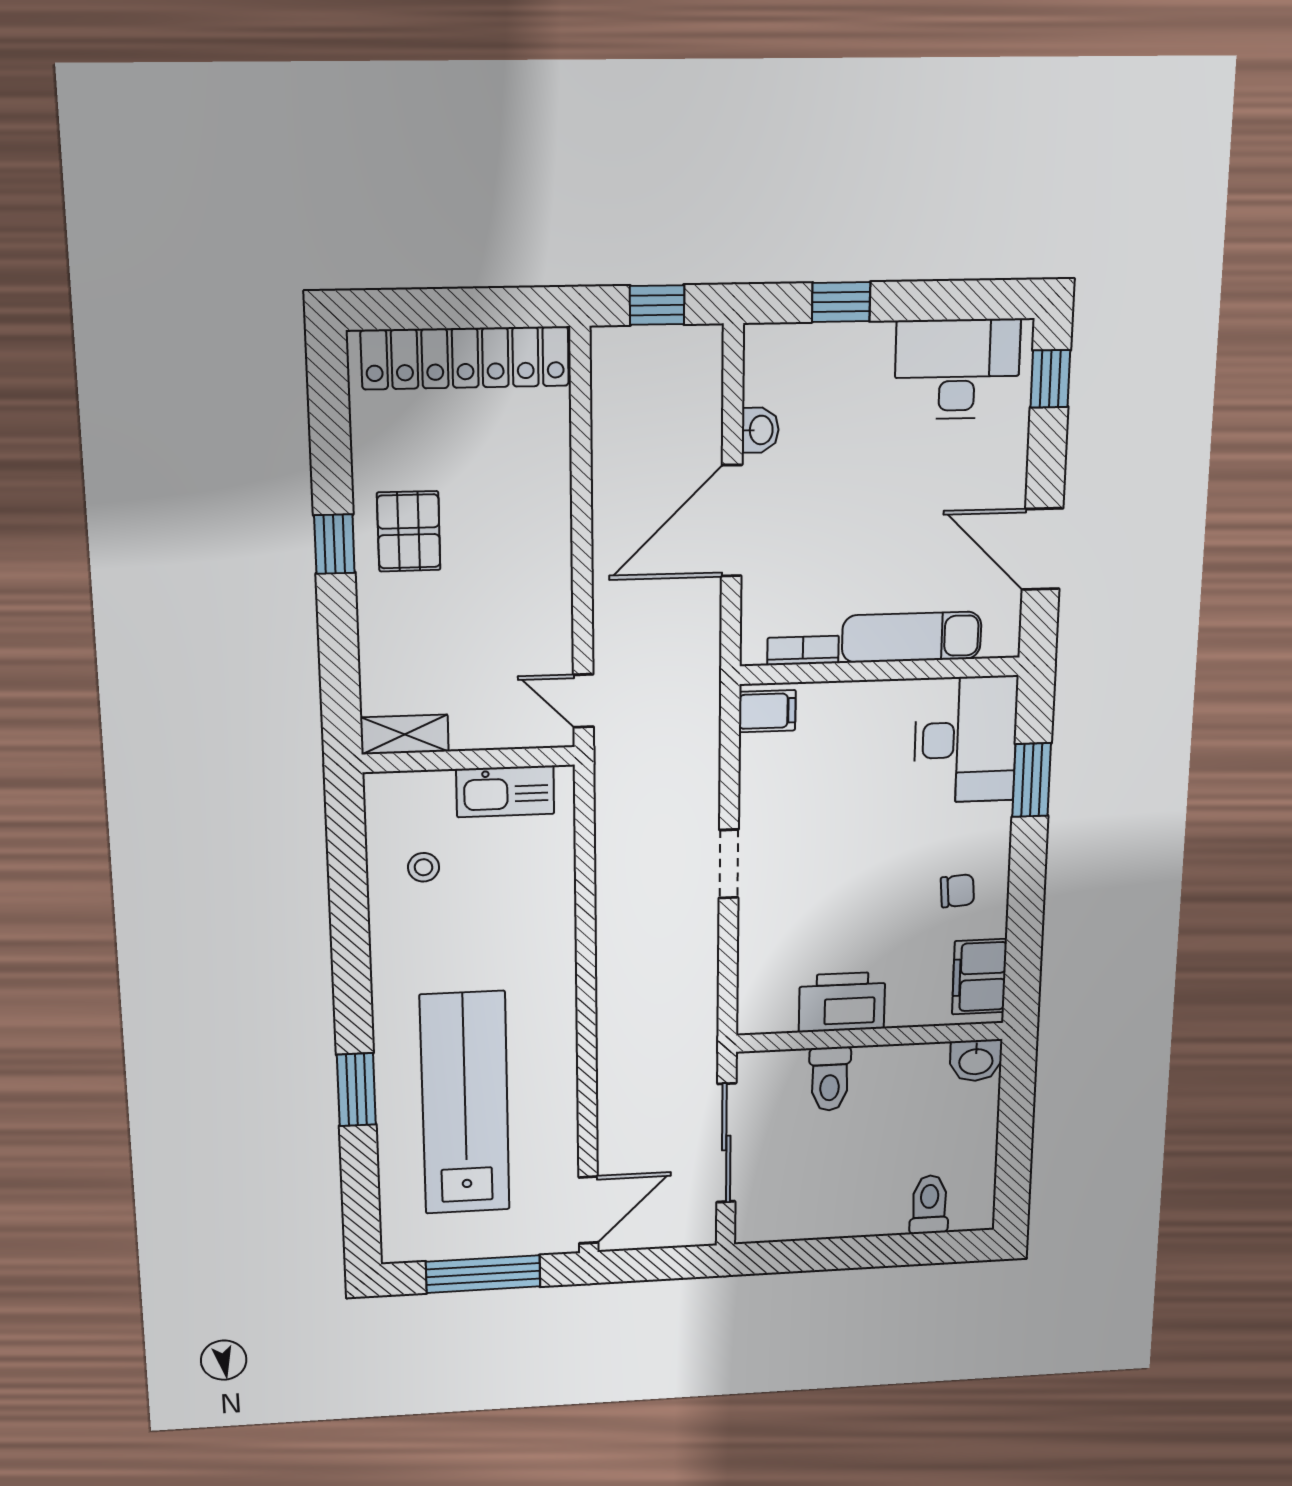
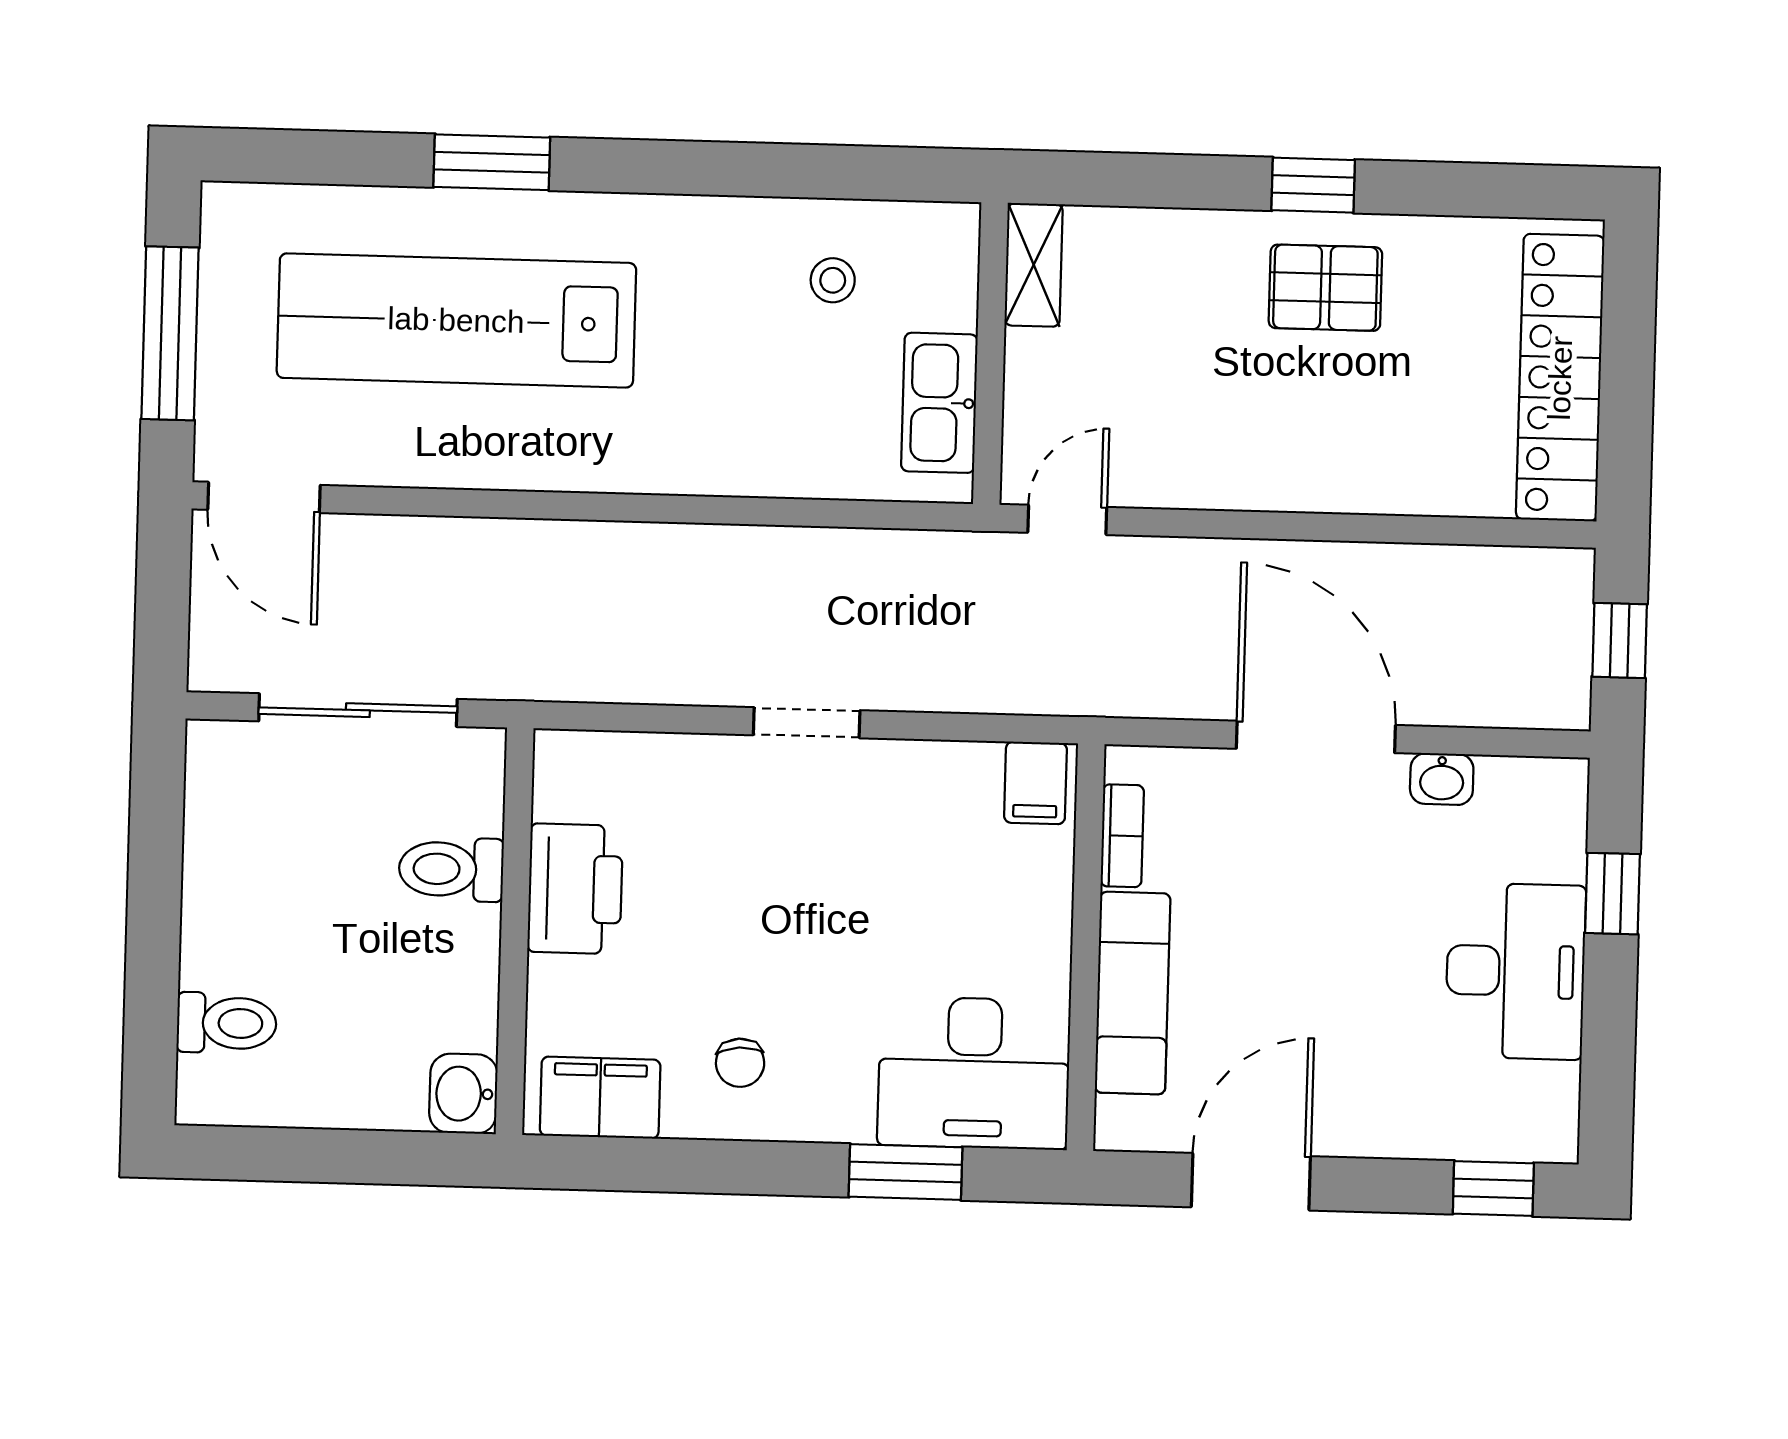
desk: (957, 369) -> (1515, 971), moved
lab bench: (465, 1103) -> (456, 320), turned 180

